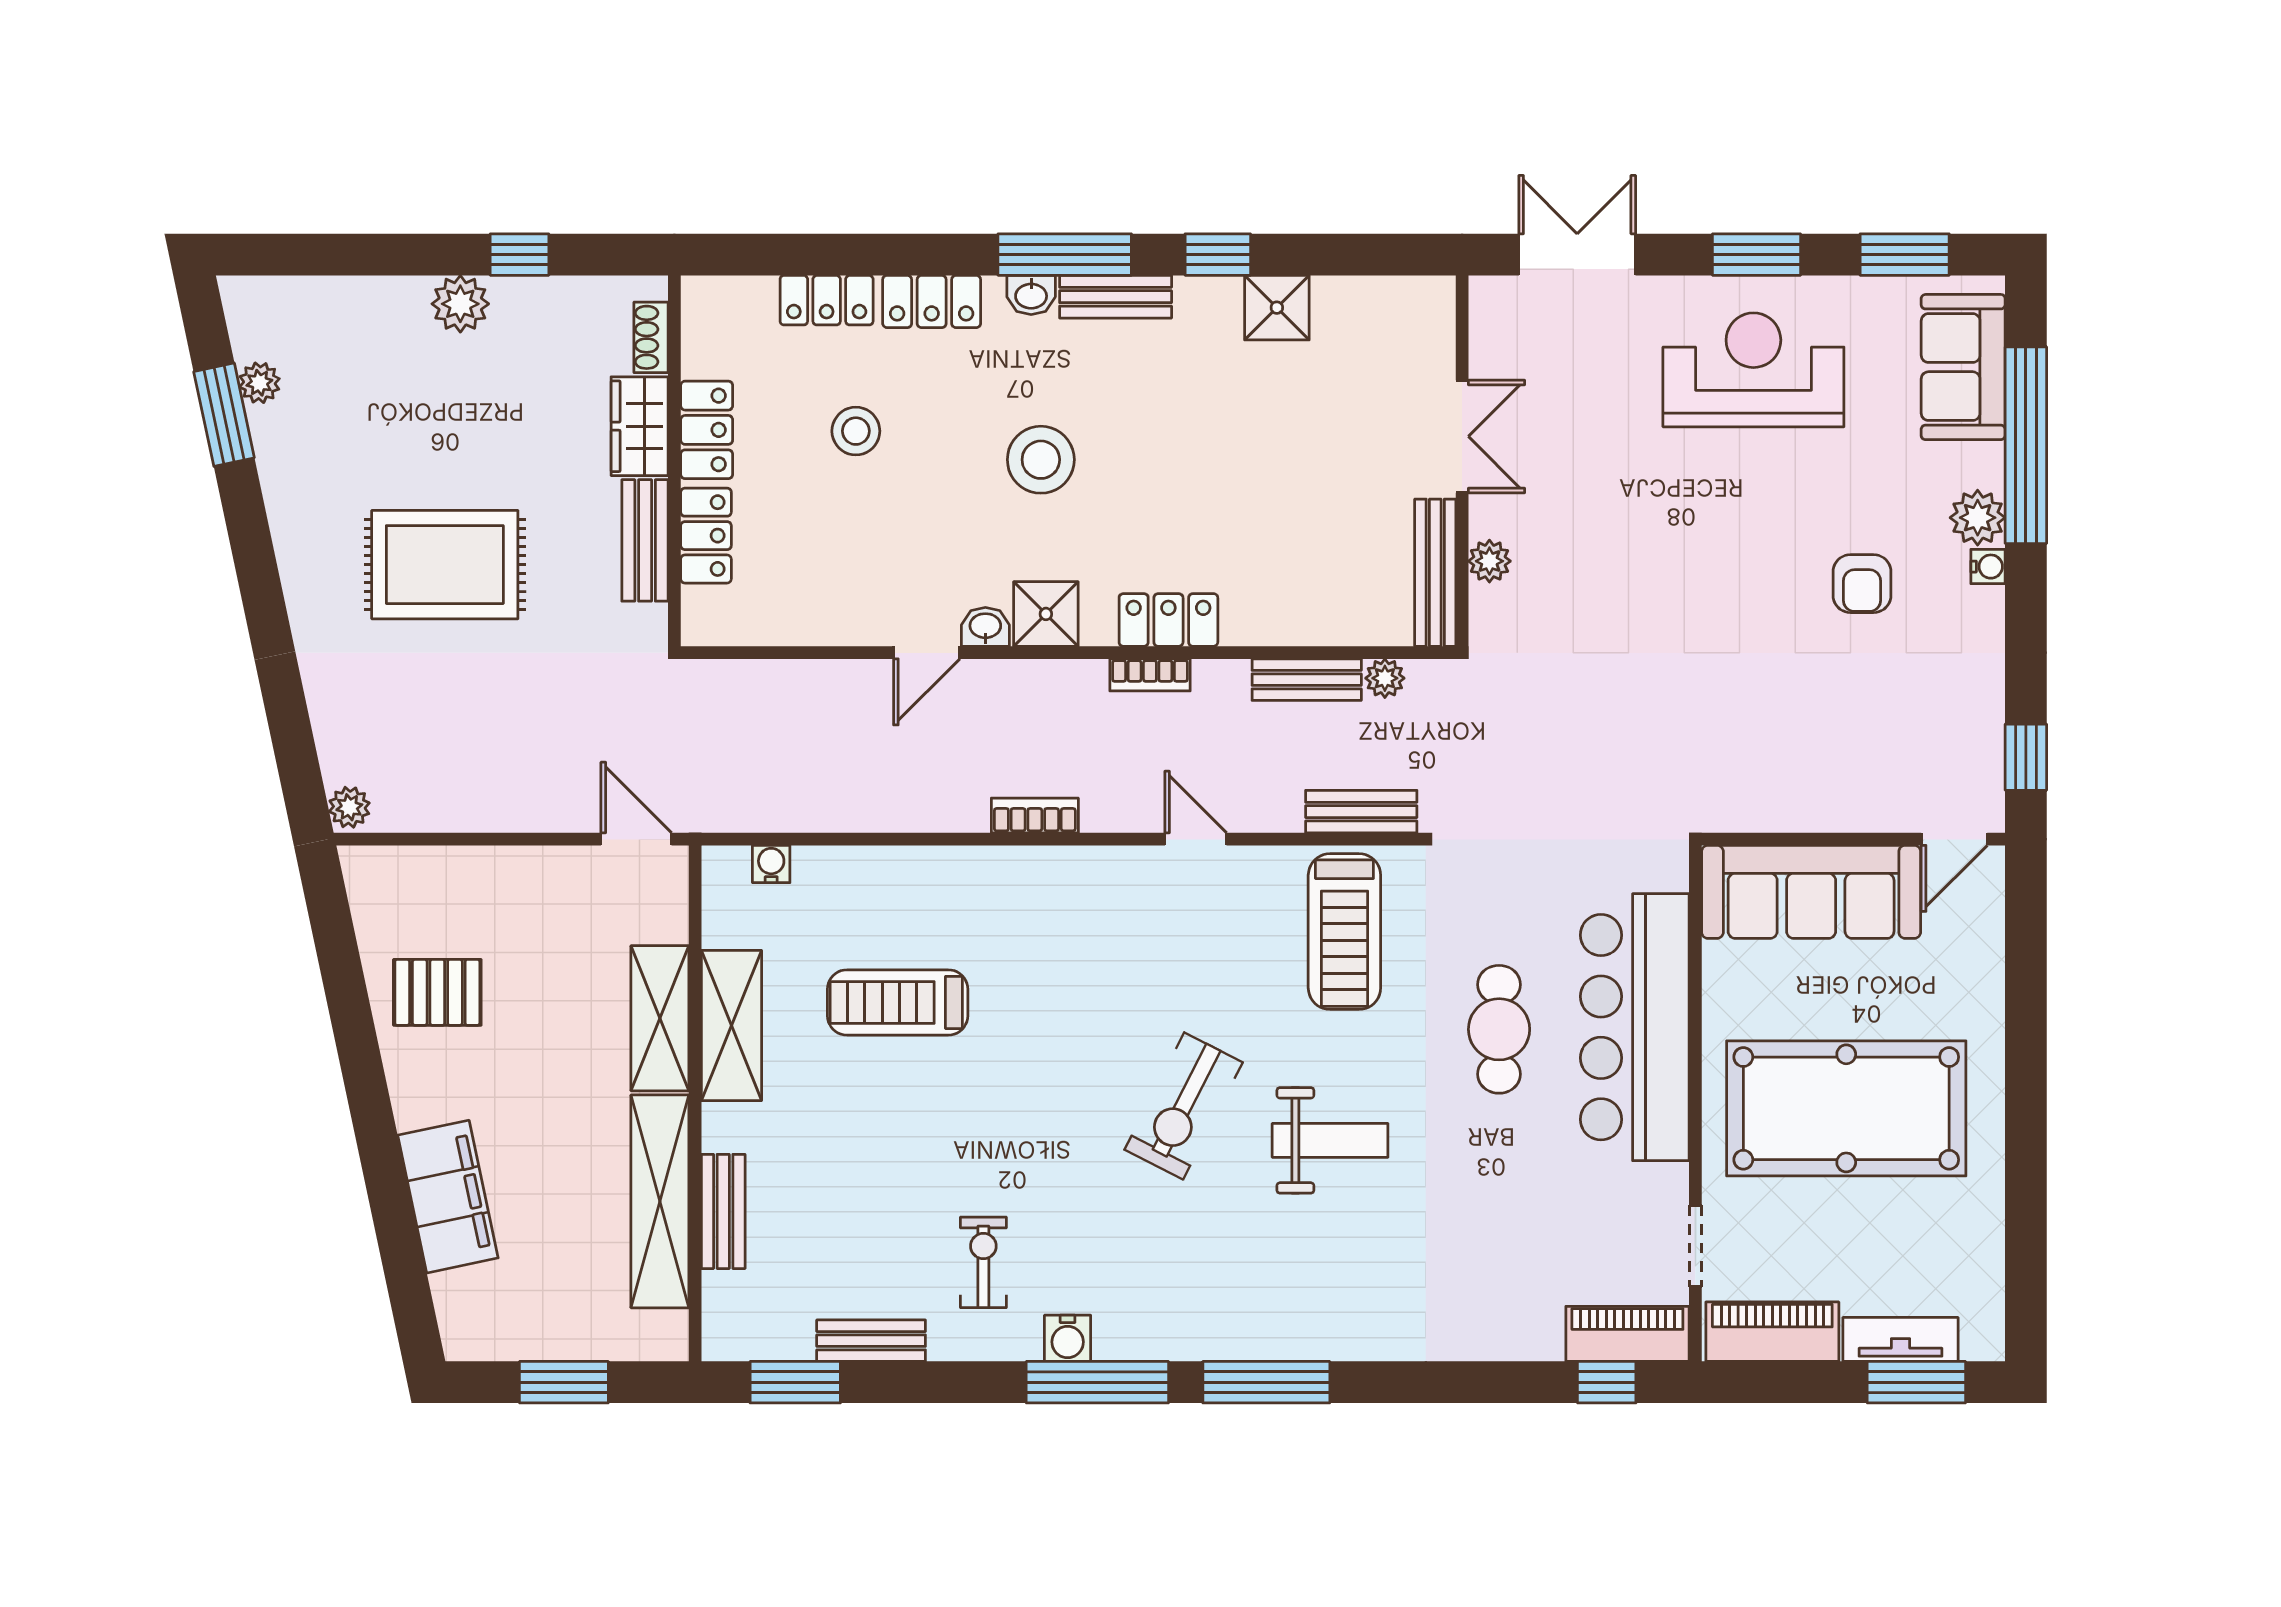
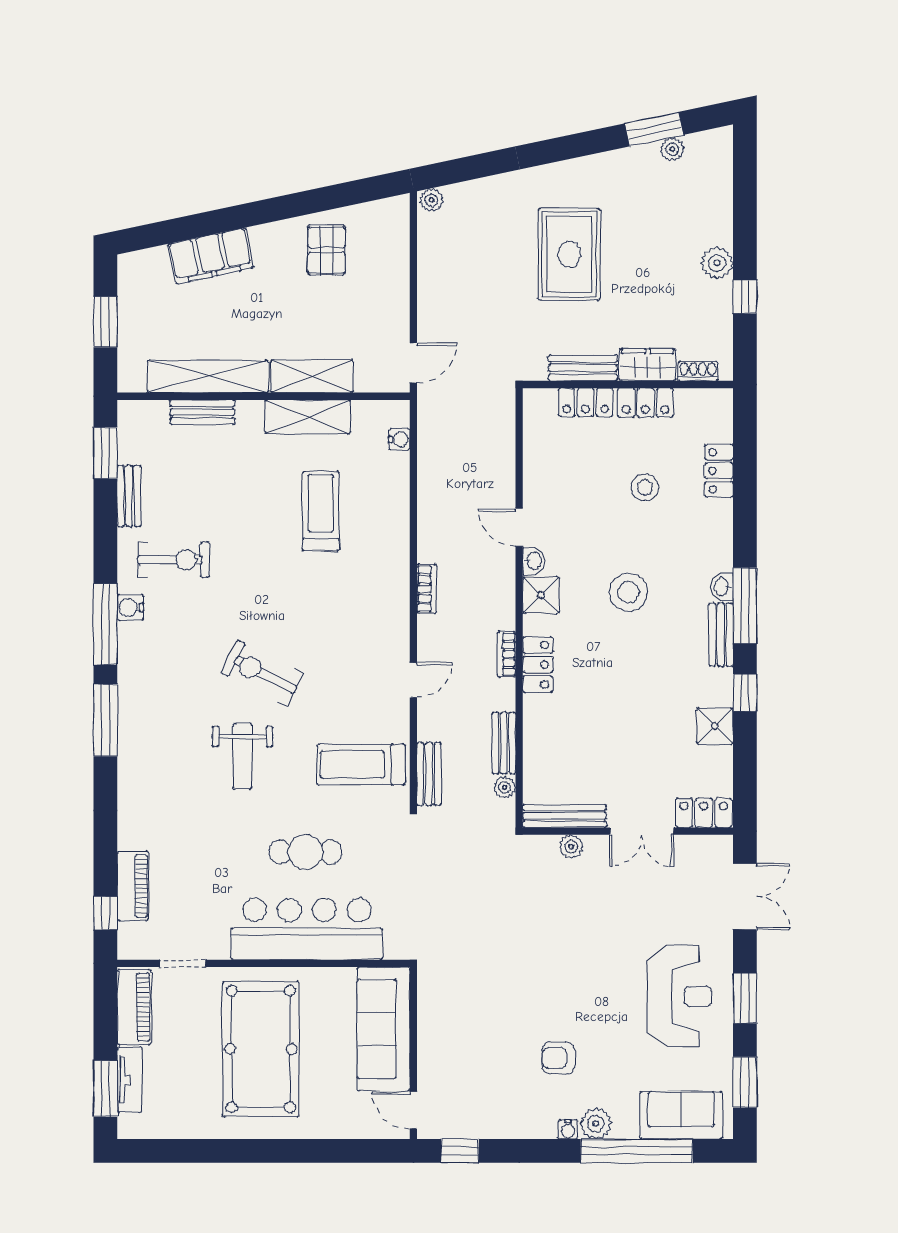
locker: (932, 301) -> (704, 813), moved, turned 90
exercise bike: (983, 1262) -> (173, 560), width x1.38, depth x1.39
piano: (1627, 1334) -> (133, 886), moved

